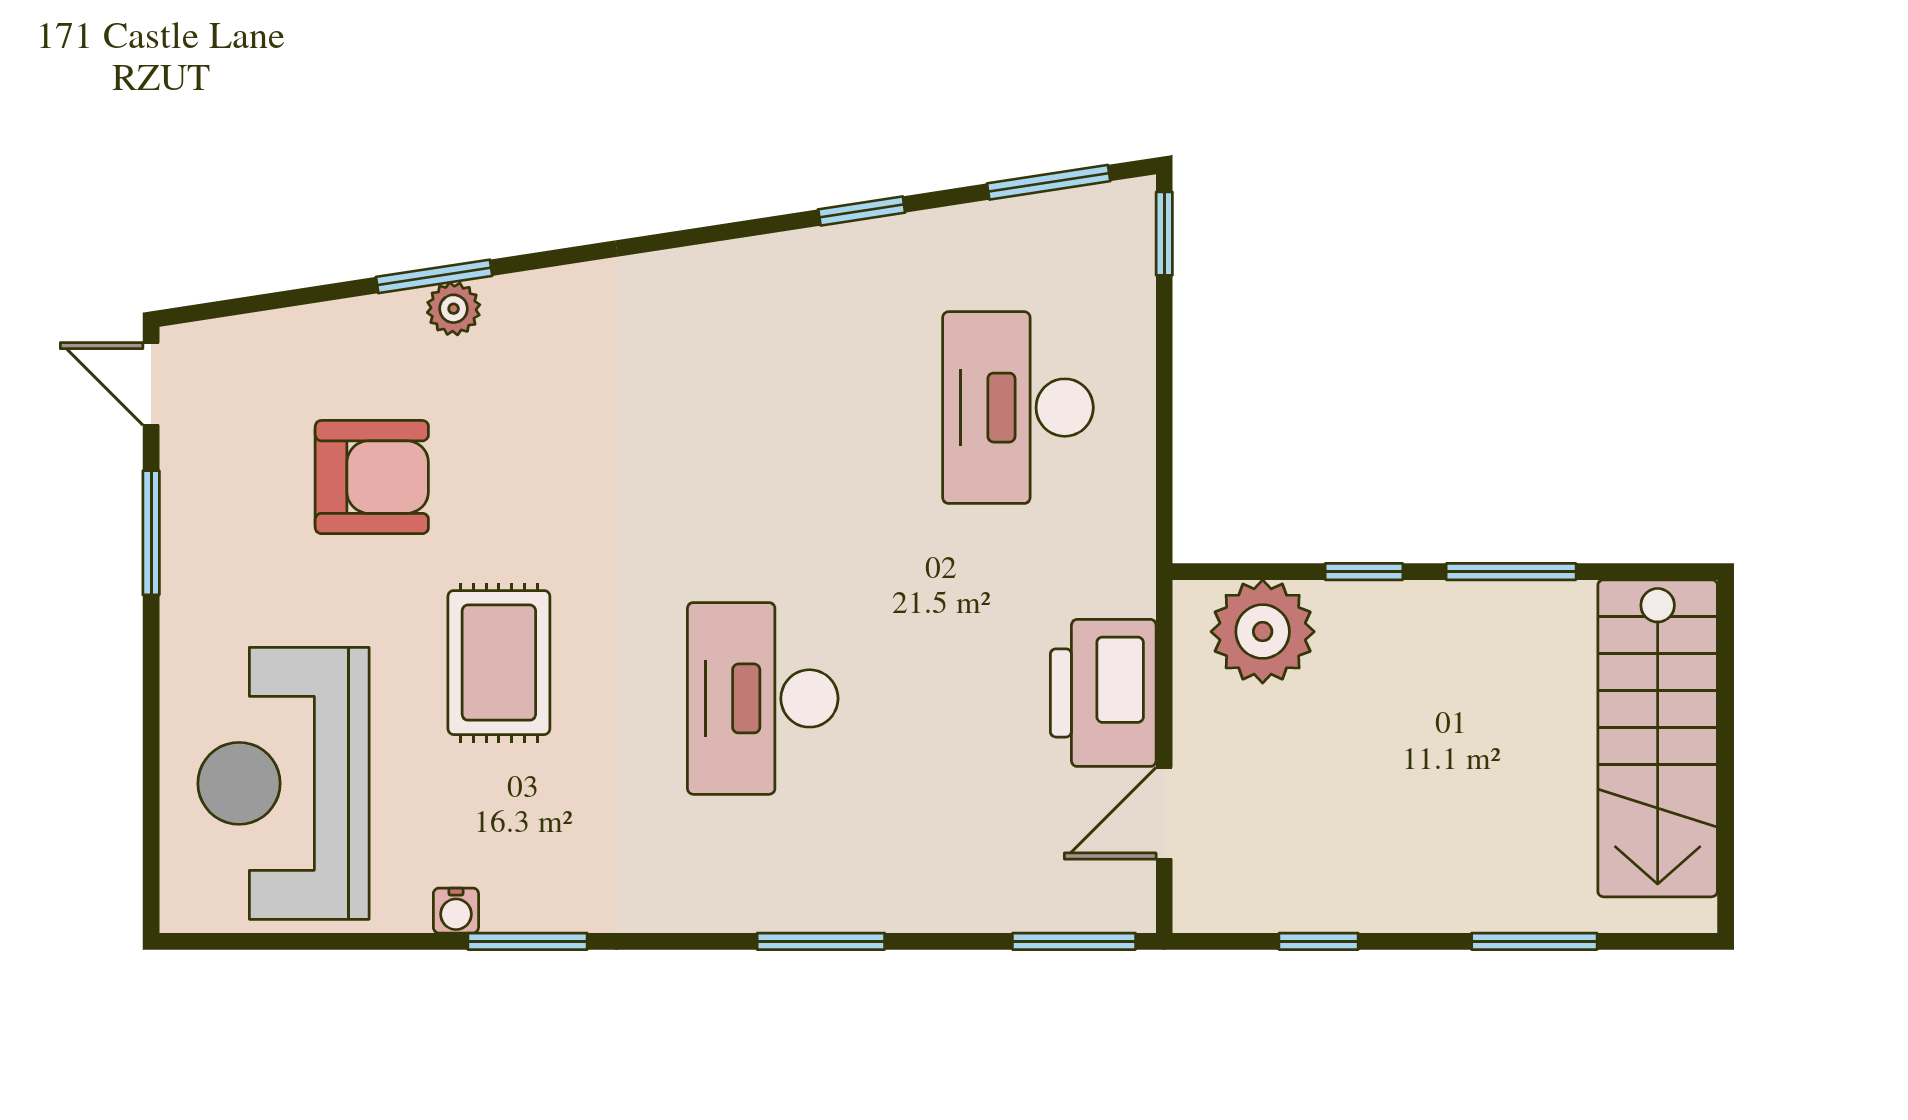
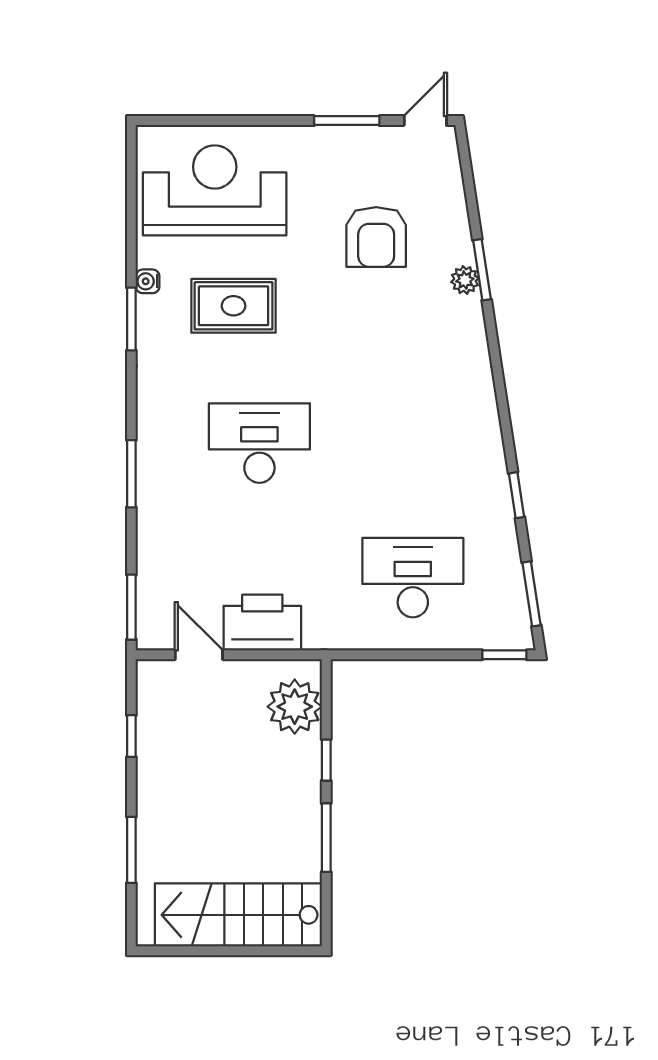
rug: (499, 663) -> (233, 306), moved

